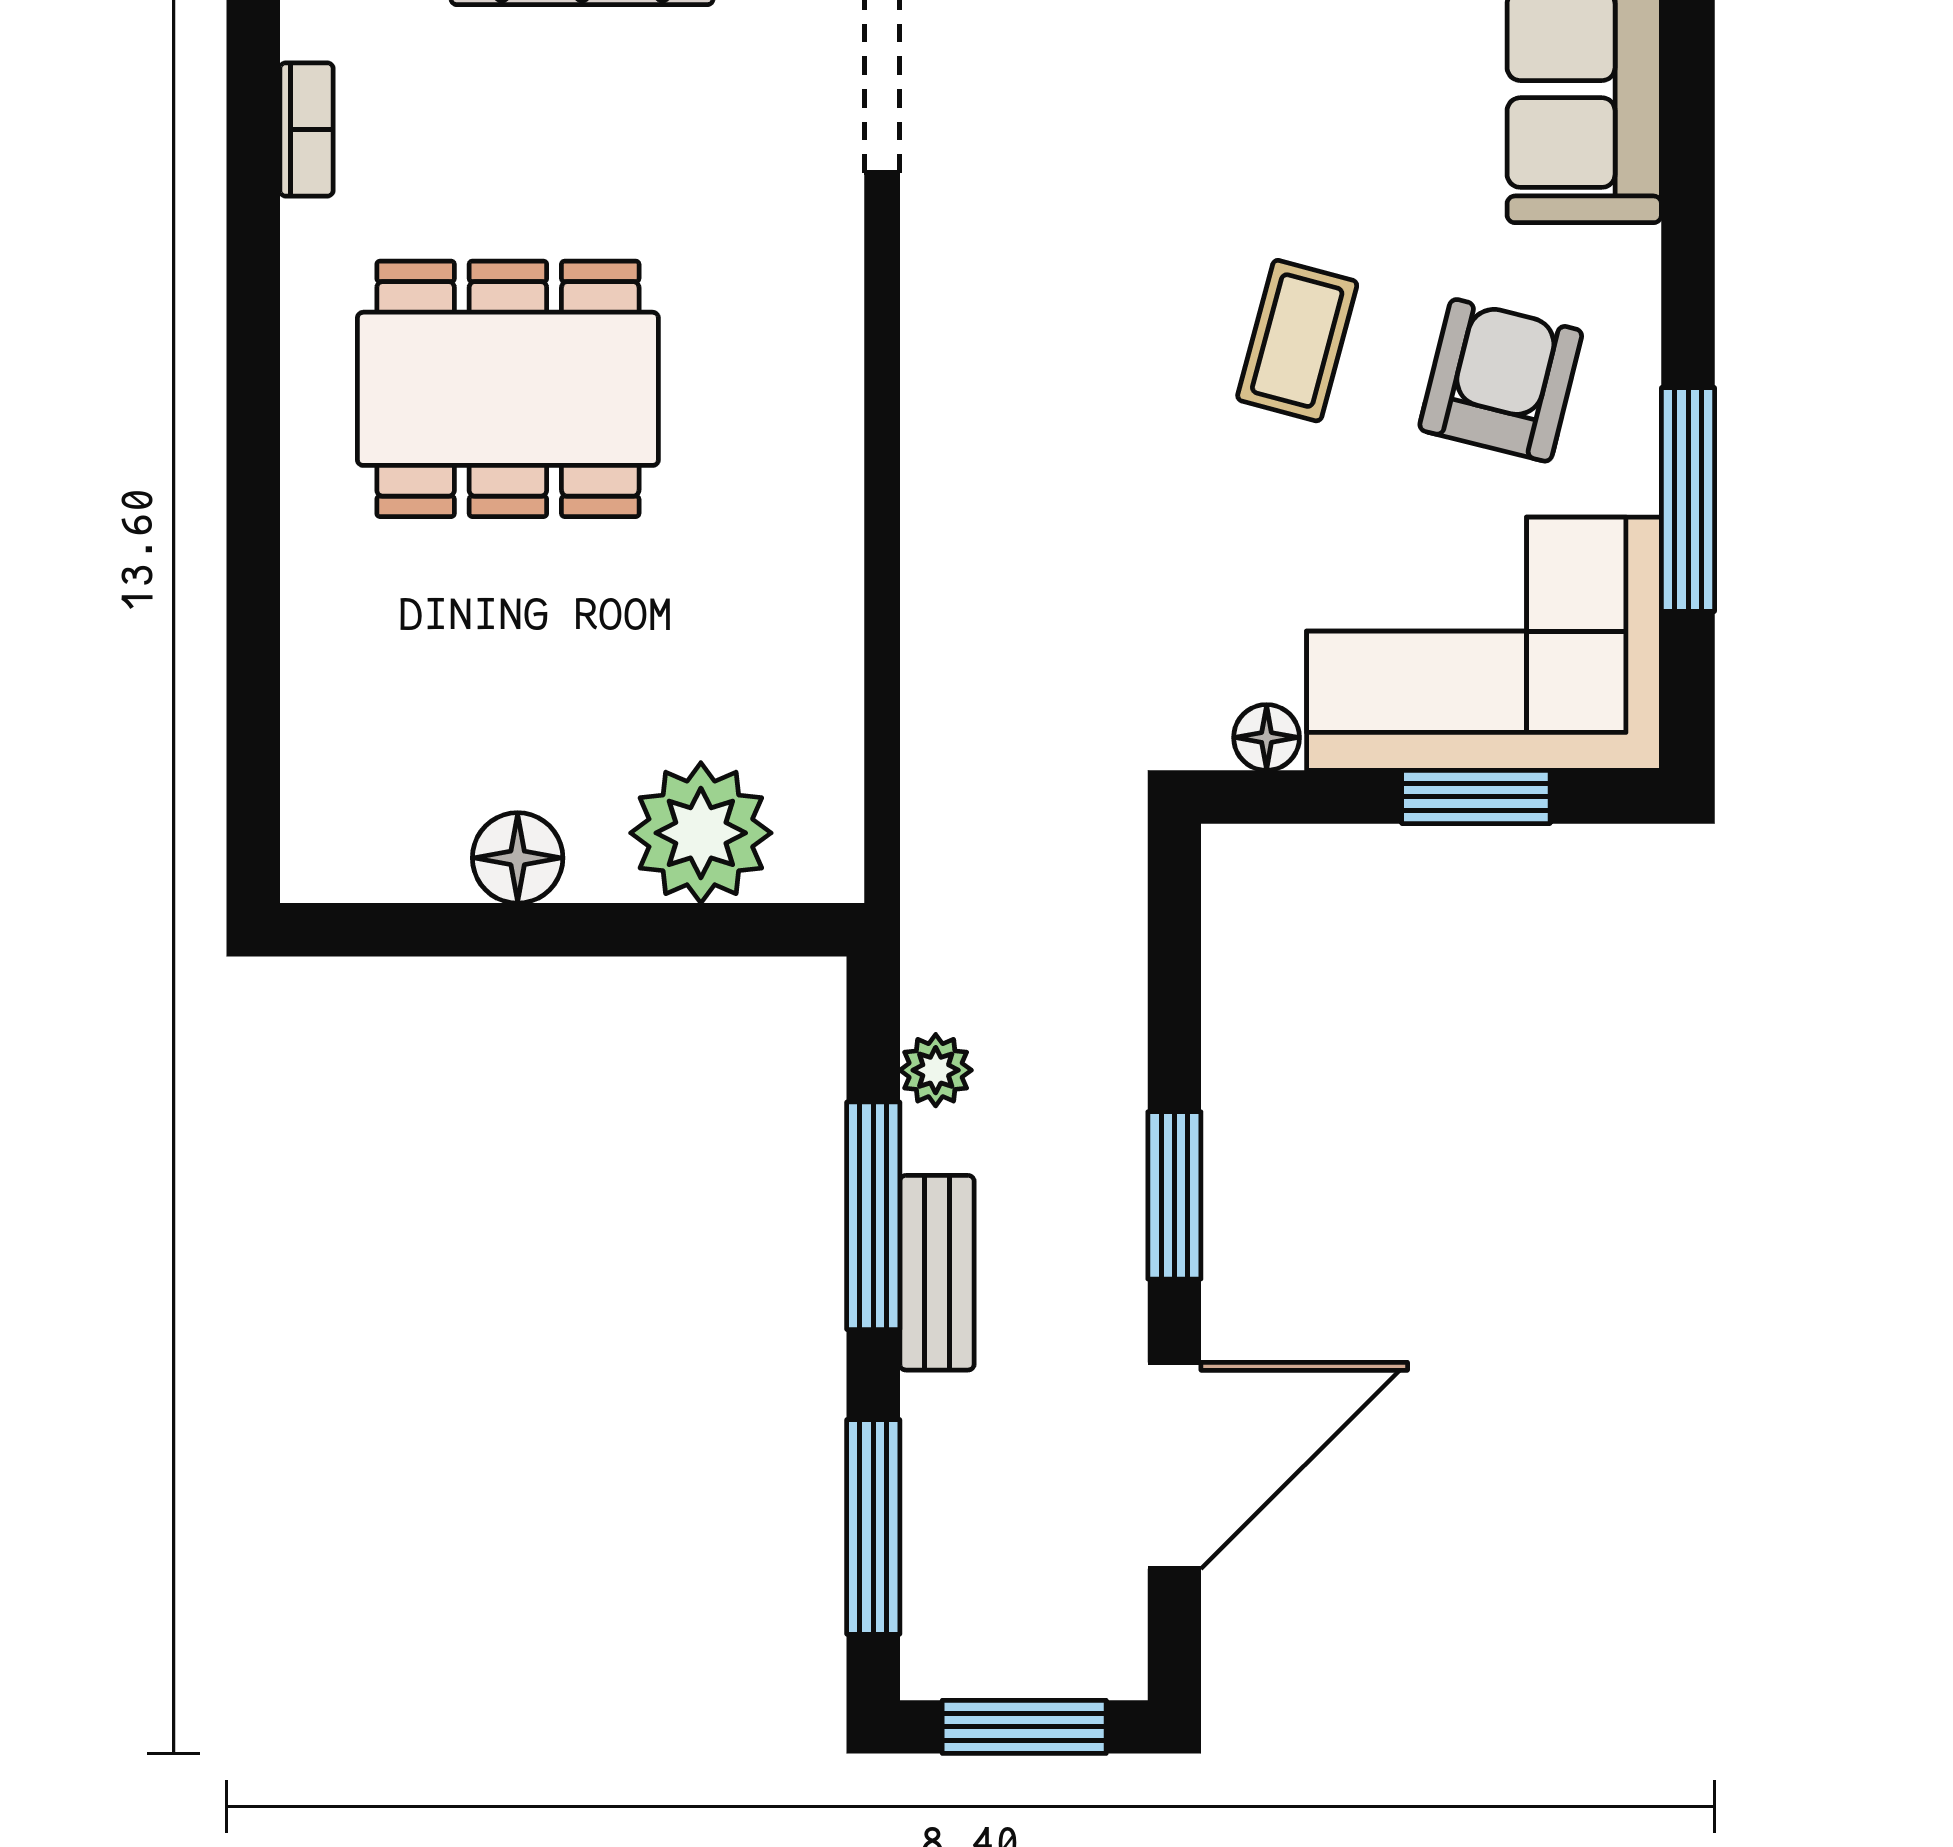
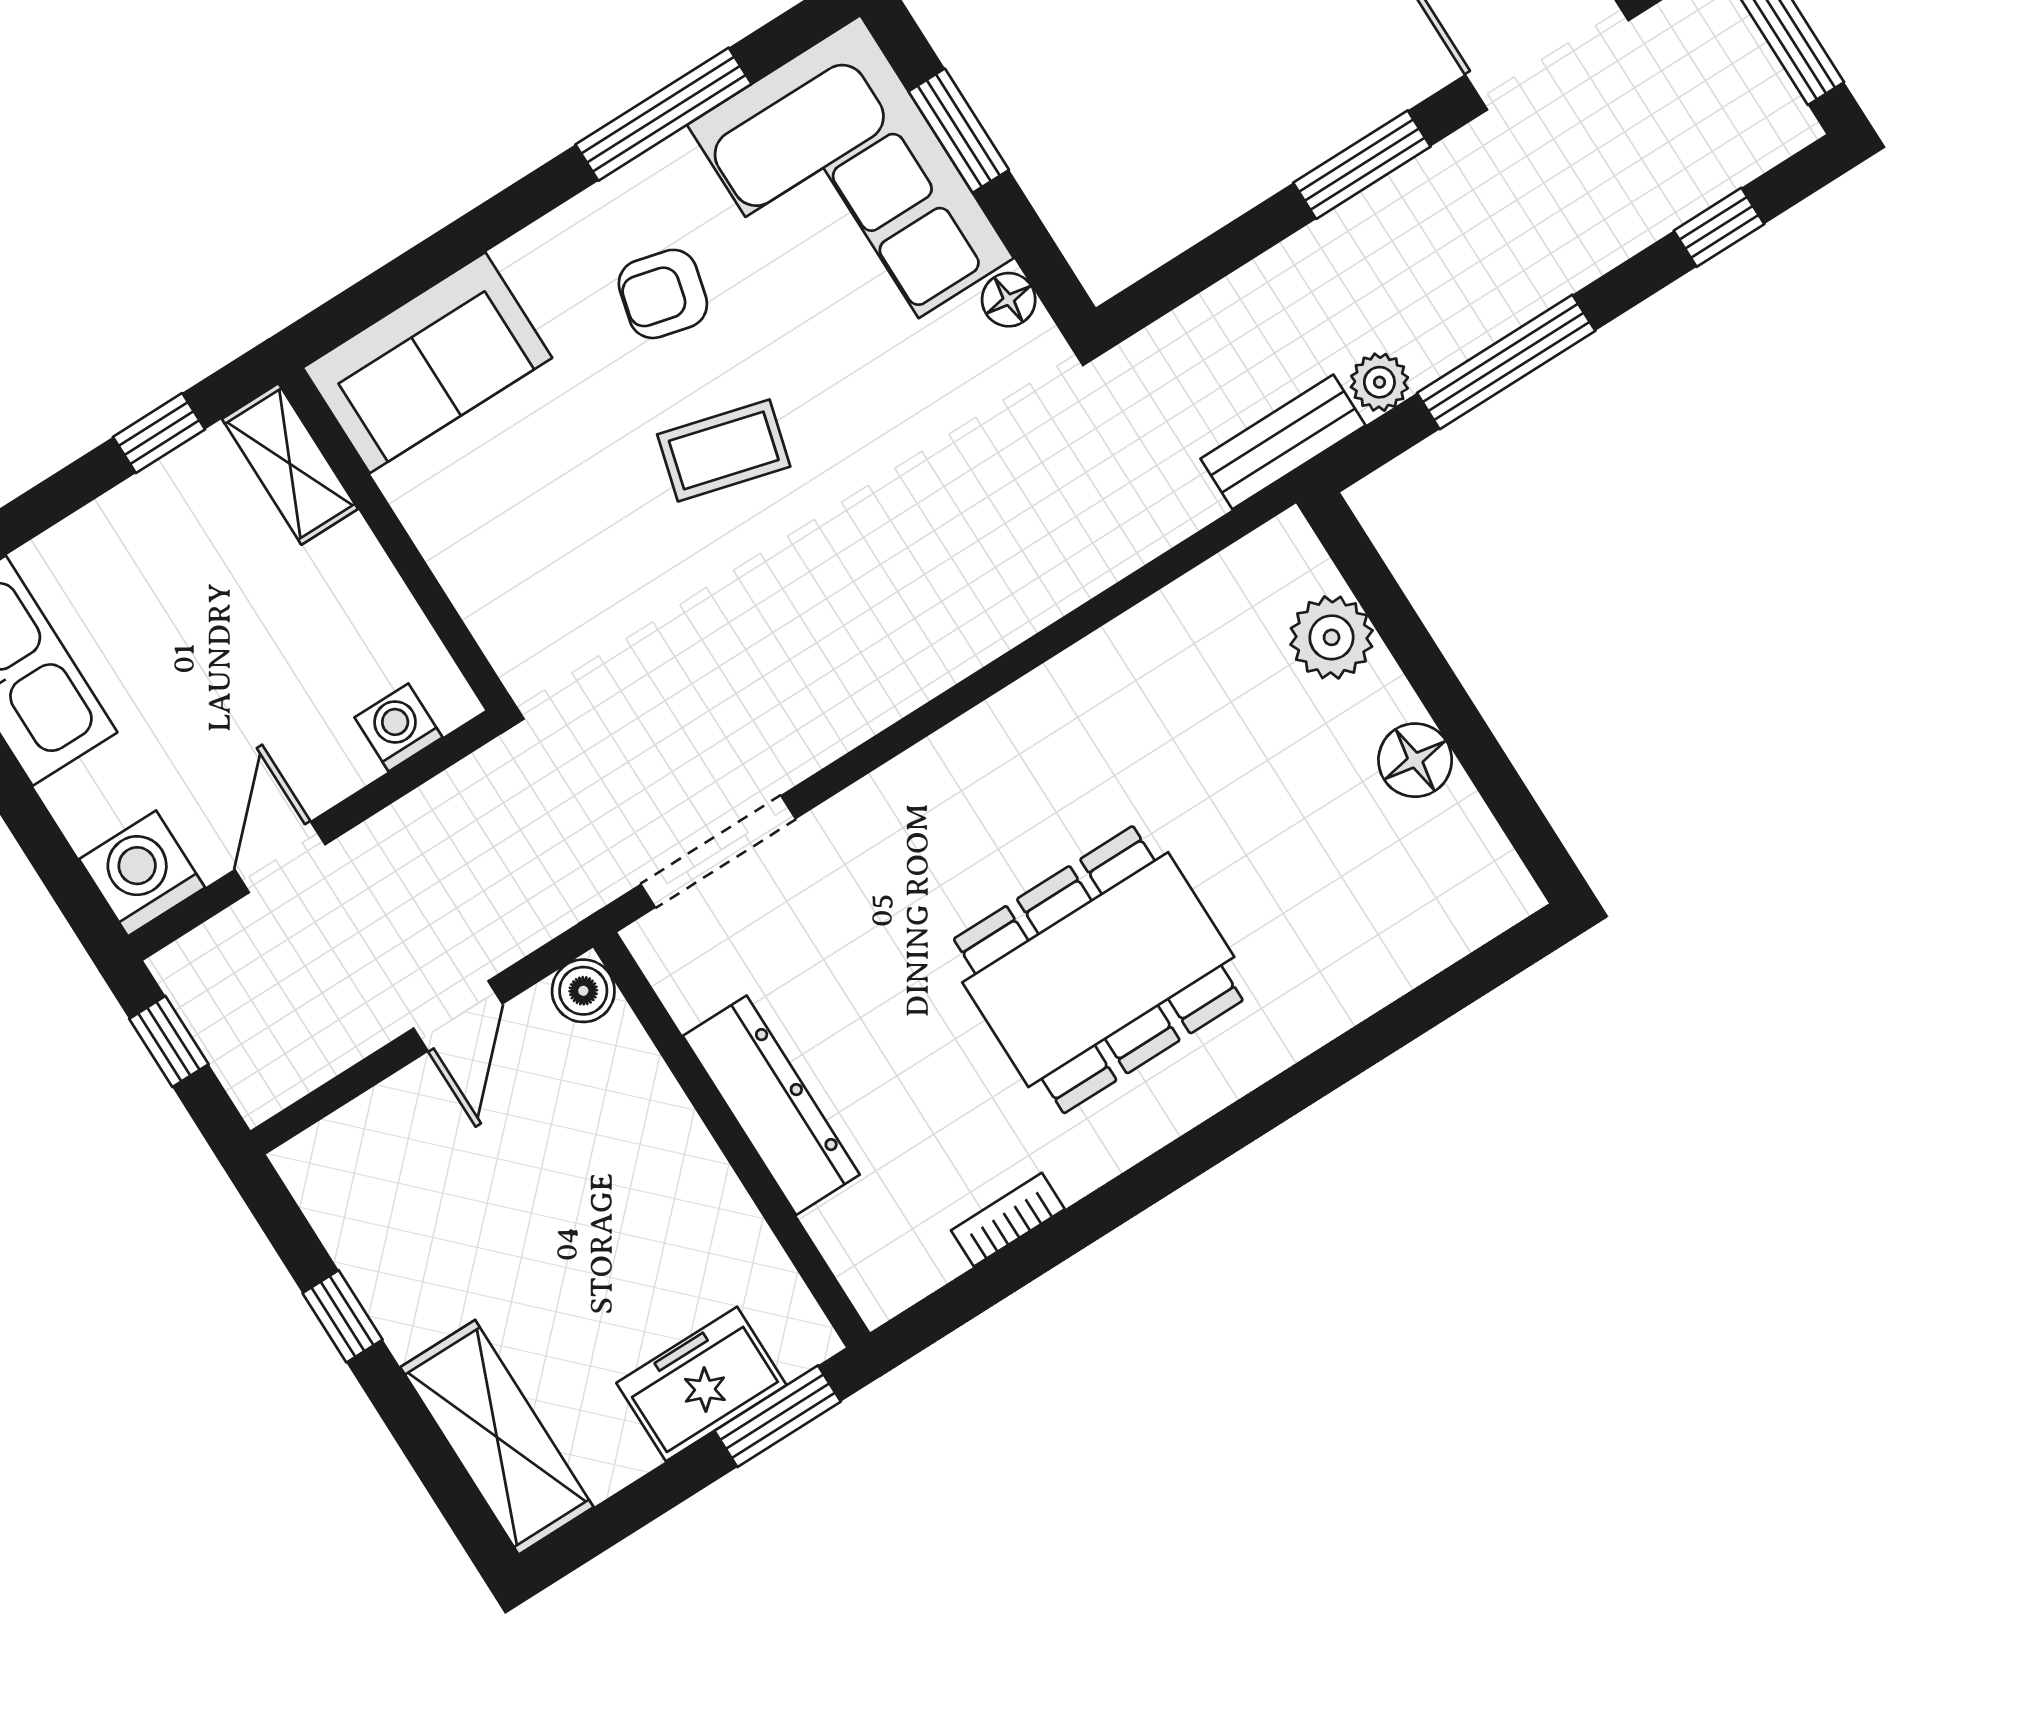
armchair: (1501, 380) -> (663, 294), width x0.72, depth x0.72
dining table: (508, 389) -> (1098, 970), turned 90
plant: (701, 833) -> (1332, 637), width x0.73, depth x0.73
bench: (937, 1273) -> (1283, 442), moved
window: (873, 1527) -> (1719, 227), width x0.46

